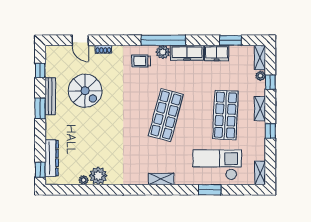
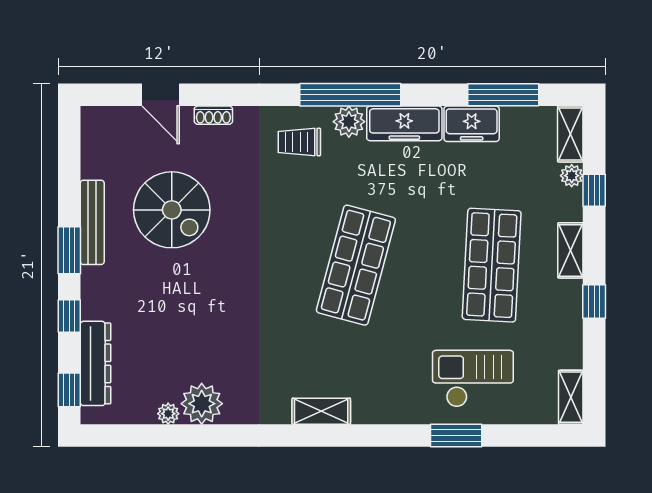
window: (230, 40) -> (503, 95), width x1.44
window: (40, 71) -> (69, 316), moved
checkout: (217, 165) -> (473, 379), width x0.73, depth x0.83
shelving: (161, 179) -> (321, 411), moved

